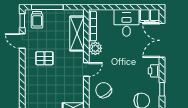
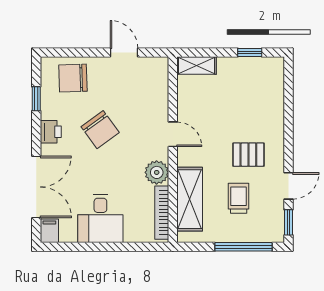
filing cabinet: (150, 16) -> (49, 231), width x0.50
trolley: (37, 20) -> (239, 198), moved
door: (22, 41) -> (288, 186), hinge flipped
door: (86, 69) -> (173, 134), swing flipped
chair: (104, 90) -> (100, 130), moved

